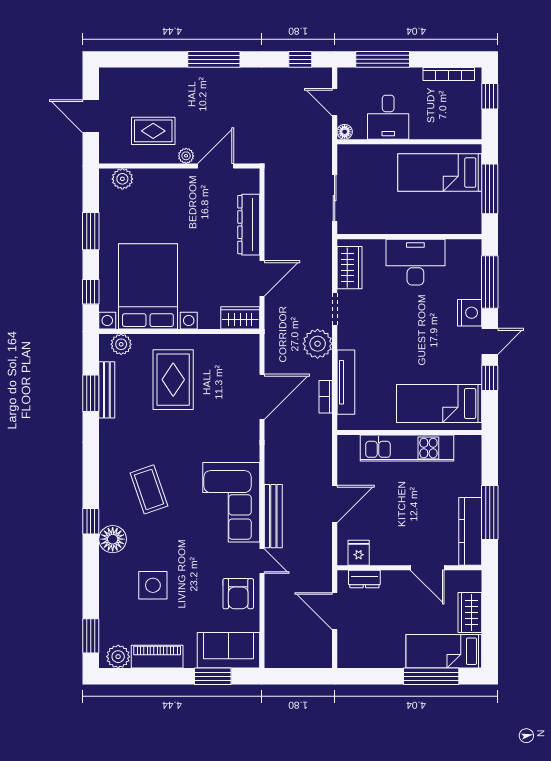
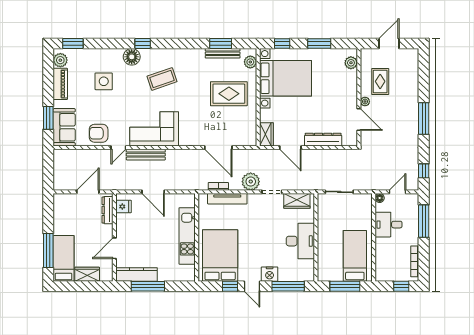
bed: (439, 403) -> (220, 255), width x1.50
dresser: (364, 579) -> (108, 210), width x1.44

